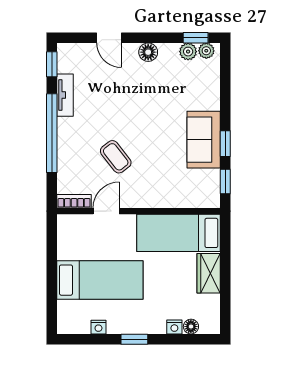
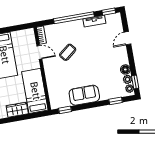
floor lamp: (148, 52) -> (125, 69), moved
window: (225, 144) -> (116, 101), moved

